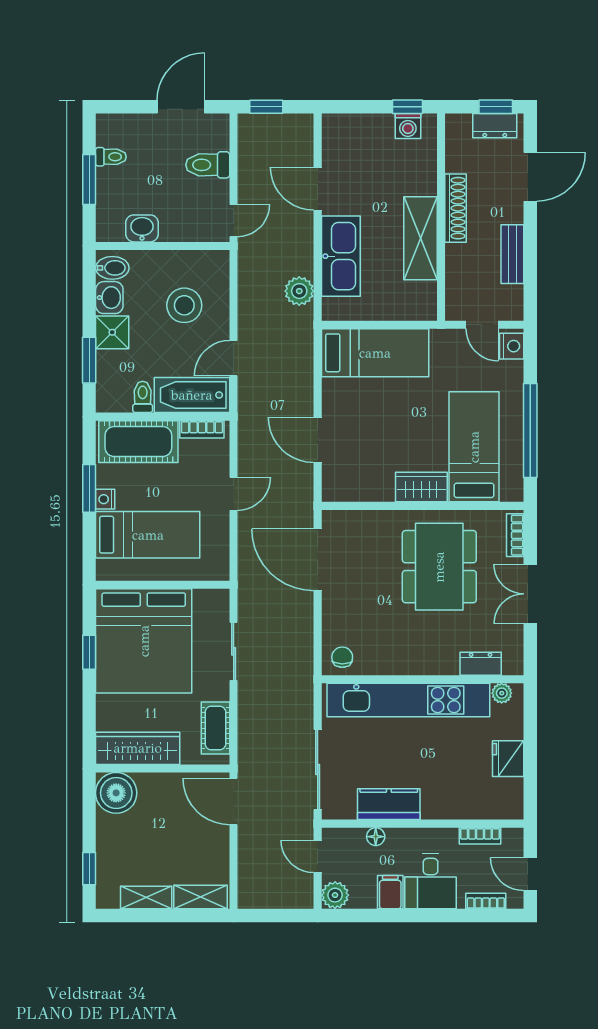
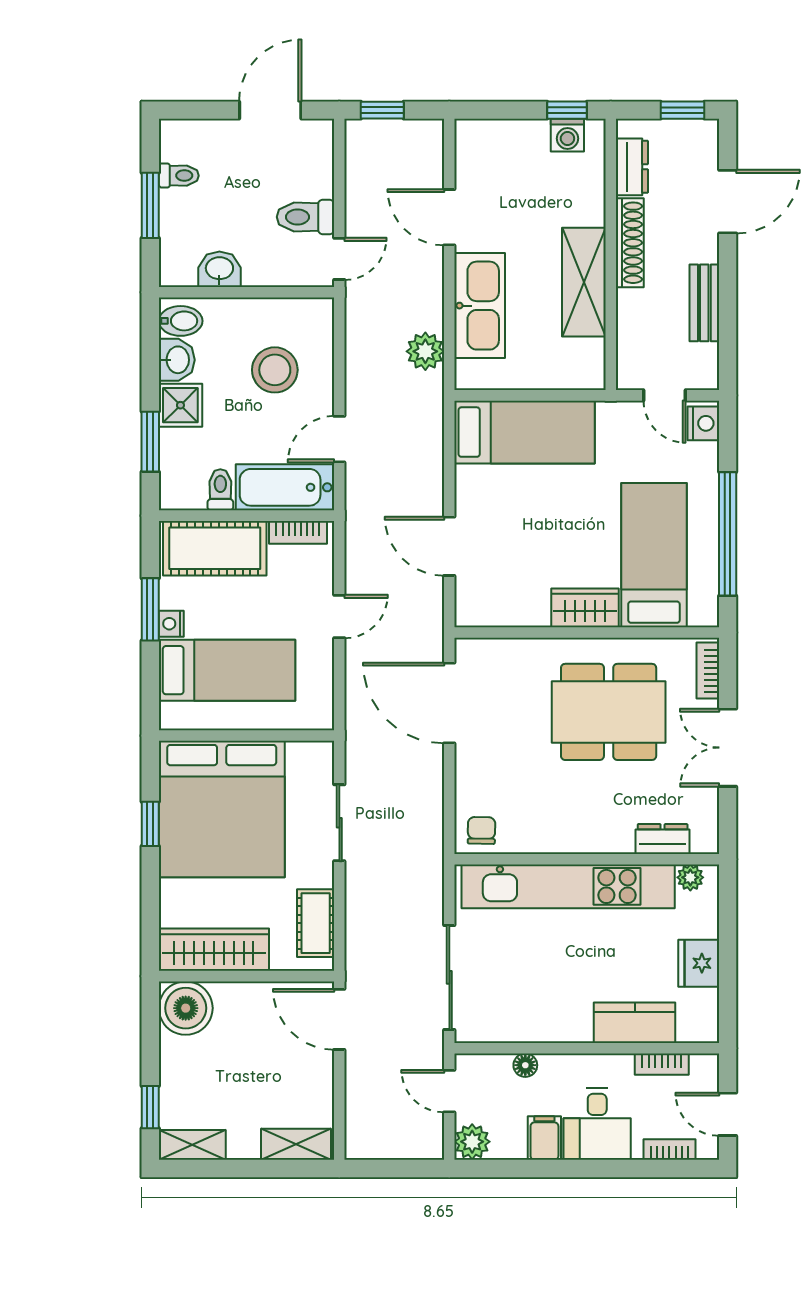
dresser: (495, 126) -> (632, 167), moved, turned -90
toilet: (208, 165) -> (306, 217), moved
dining table: (439, 567) -> (609, 712), turned 90
kitchen counter: (389, 804) -> (635, 1023), moved
shelving: (146, 898) -> (192, 1145), moved

